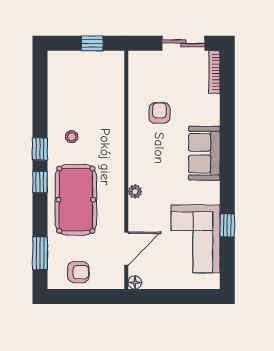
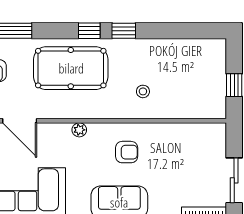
armchair: (160, 113) -> (127, 152), moved
stool: (72, 137) -> (143, 91), moved

